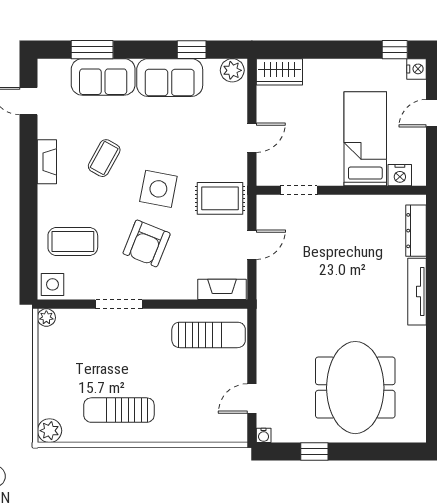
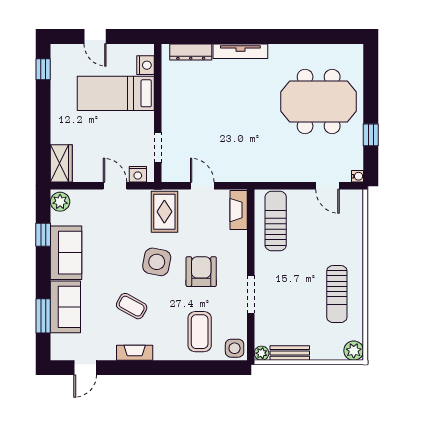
nightstand: (416, 69) -> (138, 174), moved, turned 180
armchair: (147, 243) -> (201, 272), turned -112
bench: (47, 352) -> (290, 353), added

